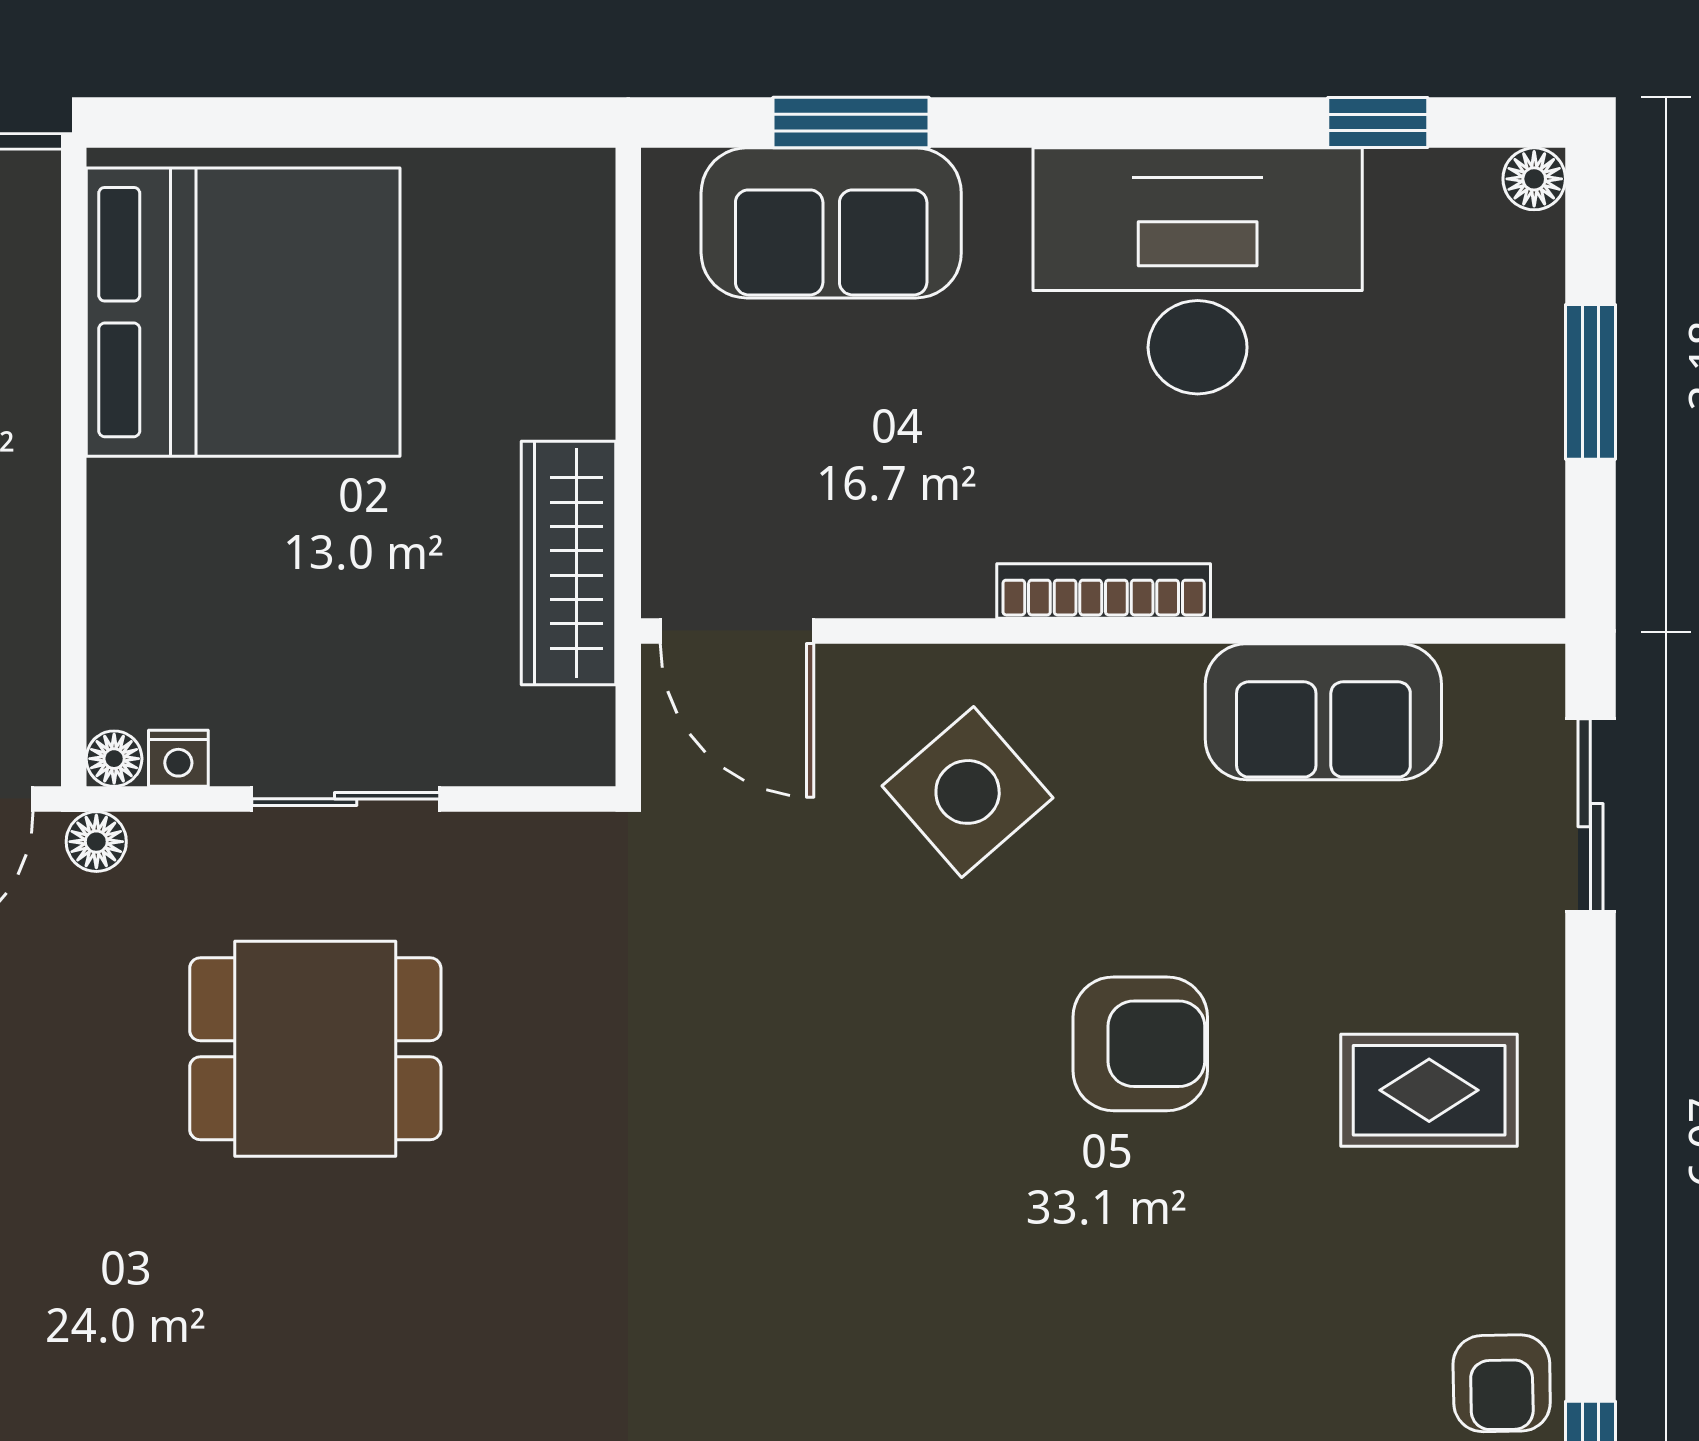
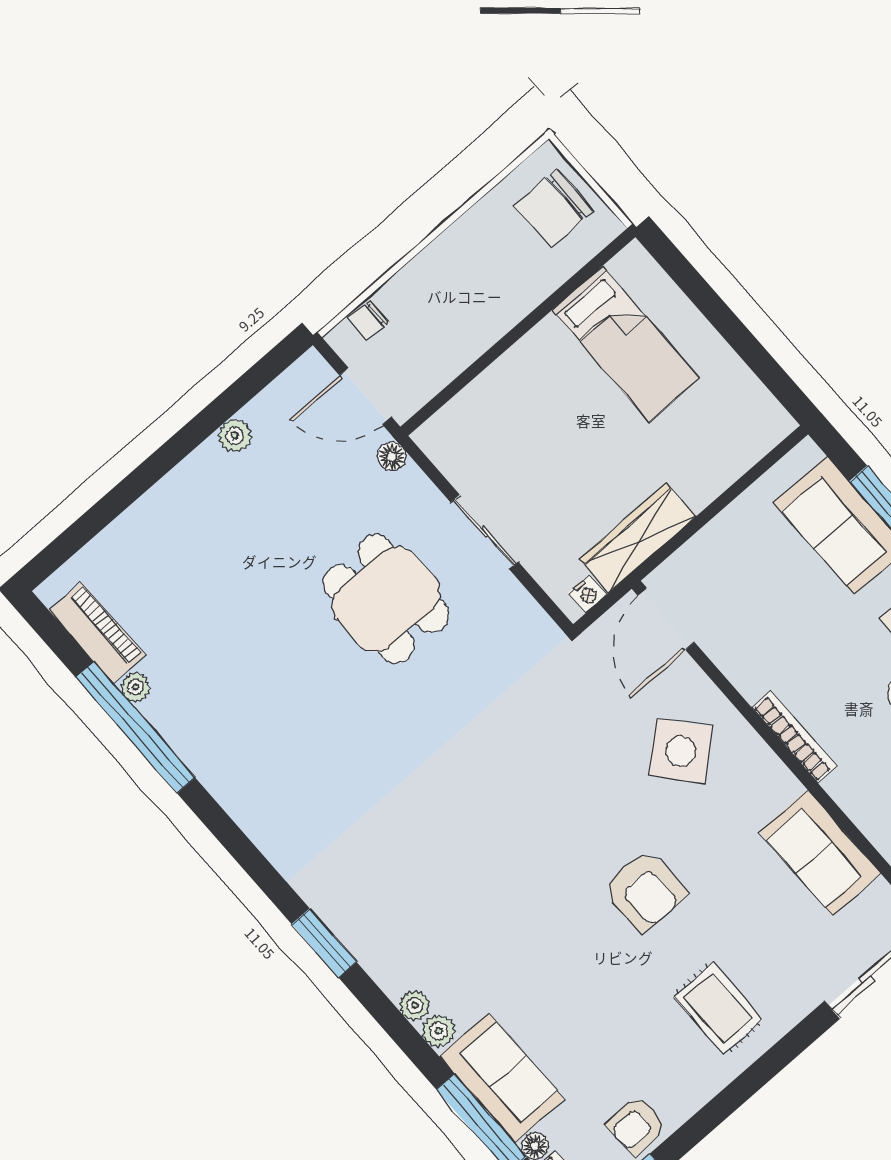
bed: (243, 312) -> (626, 344), width x0.49
nightstand: (178, 758) -> (587, 594), moved, turned -90
floor lamp: (114, 759) -> (427, 437), removed

